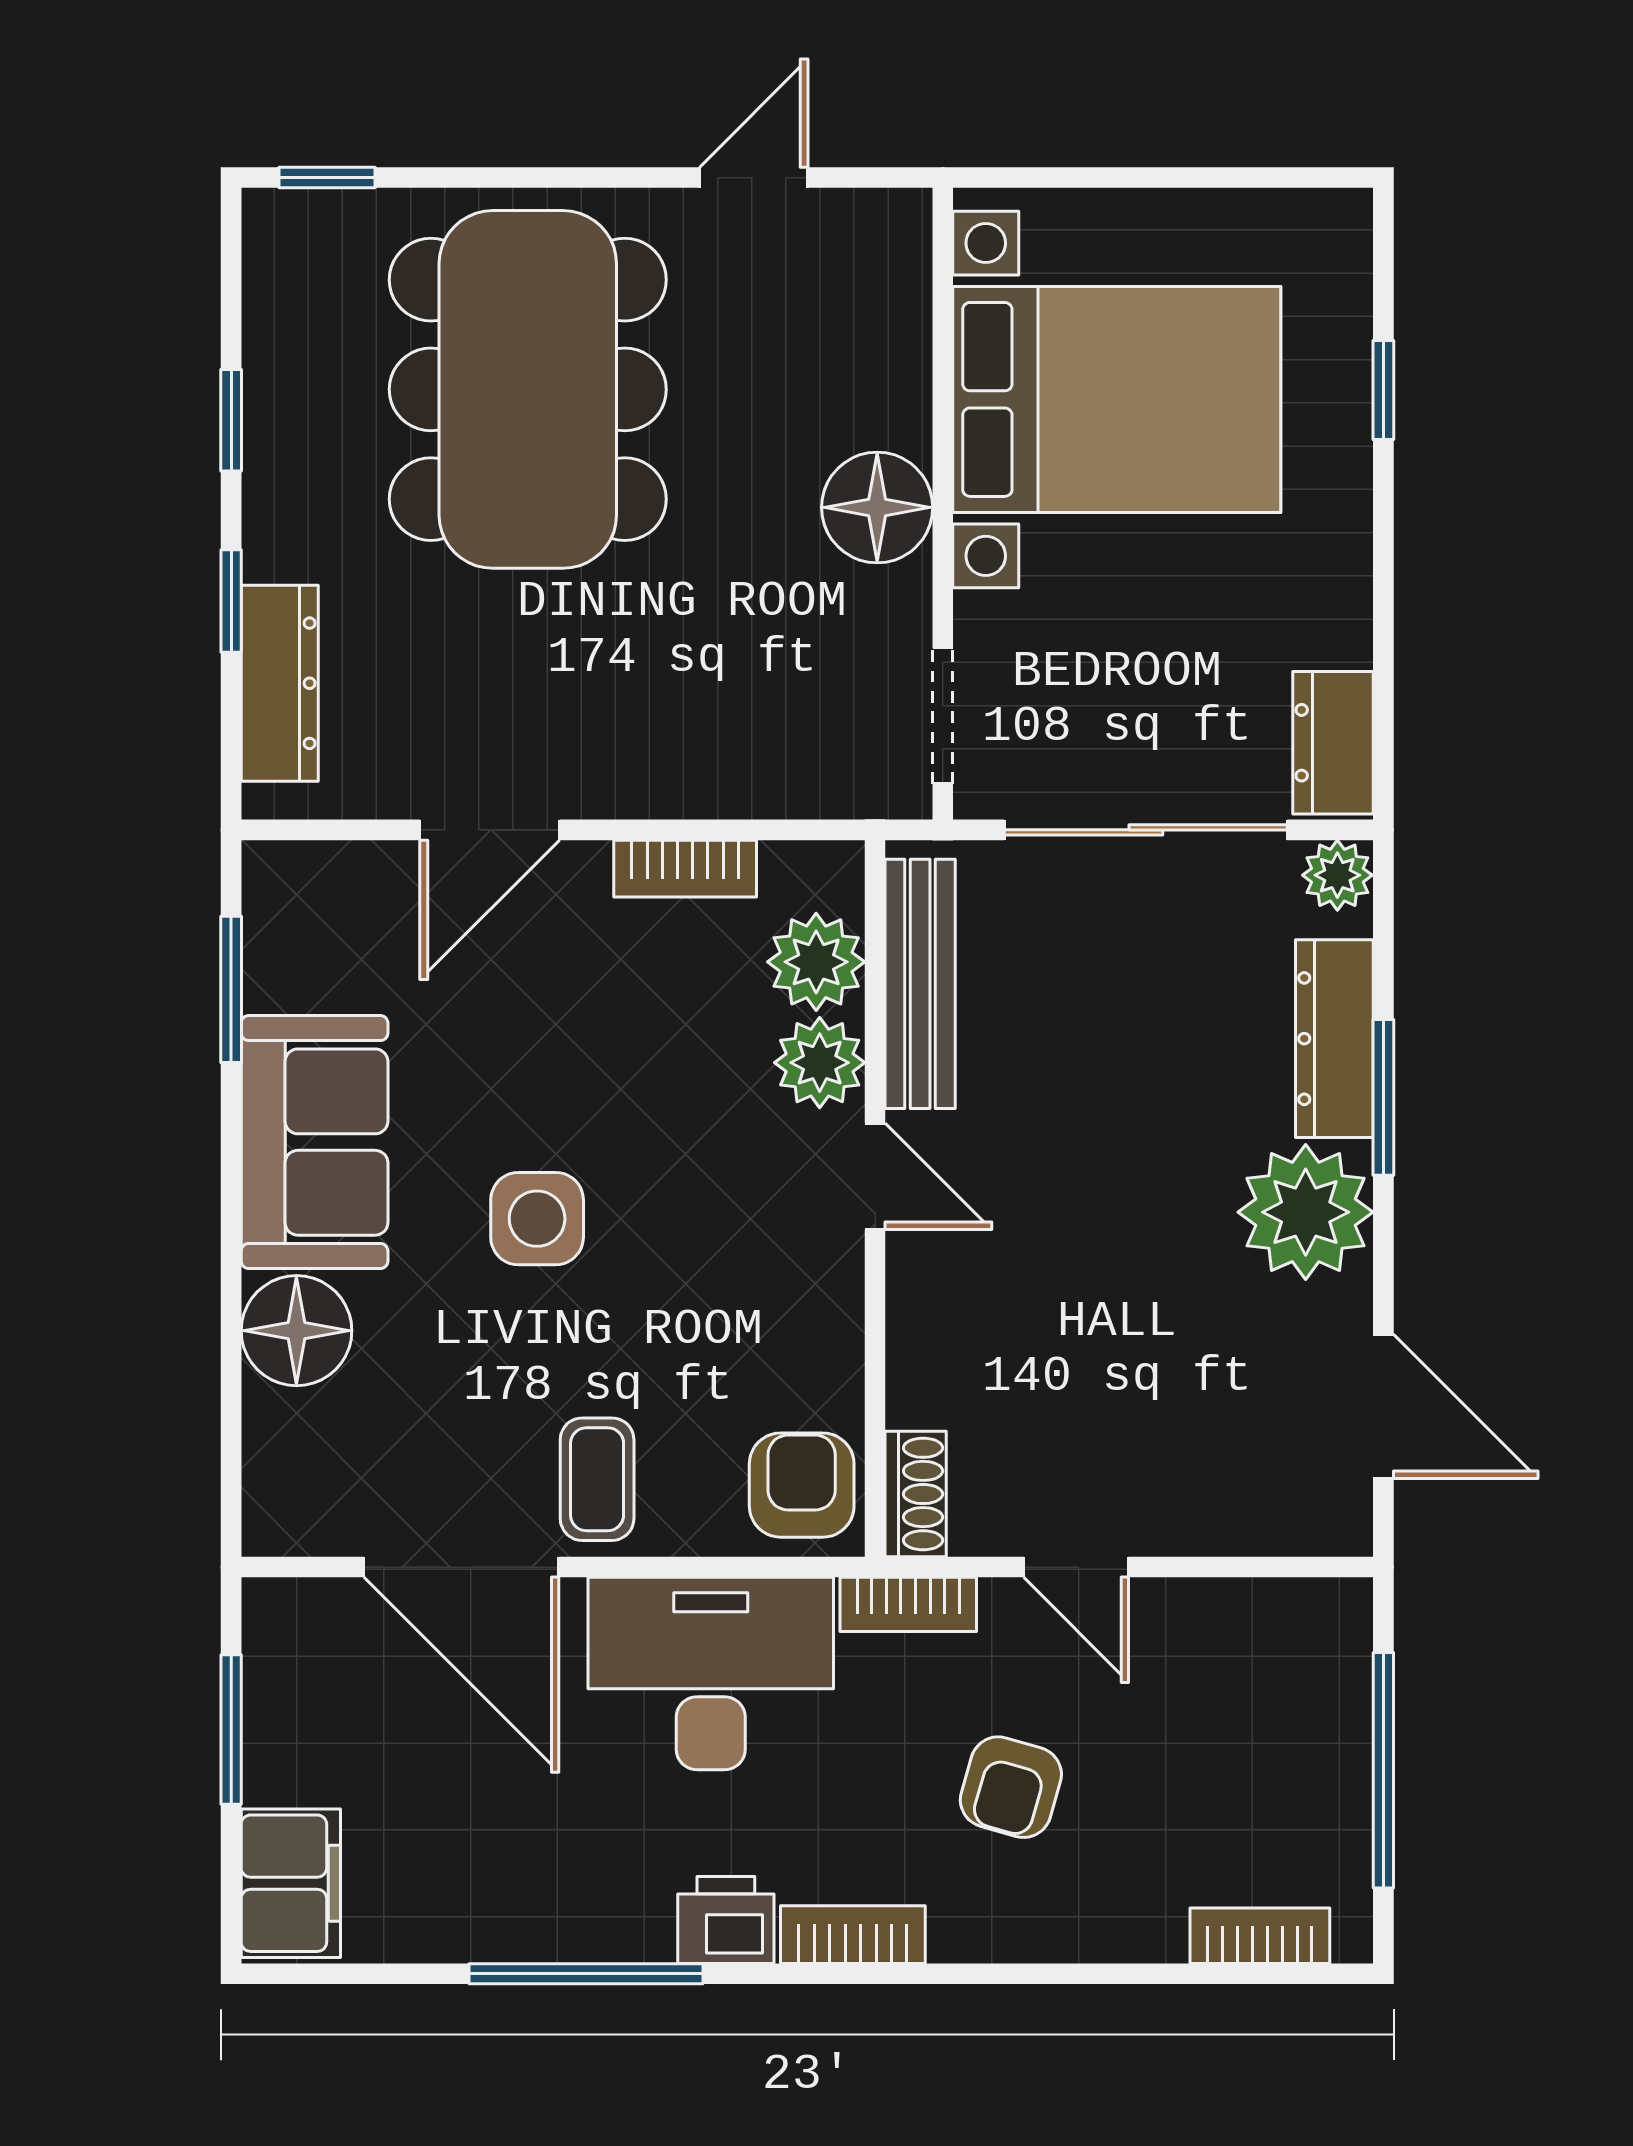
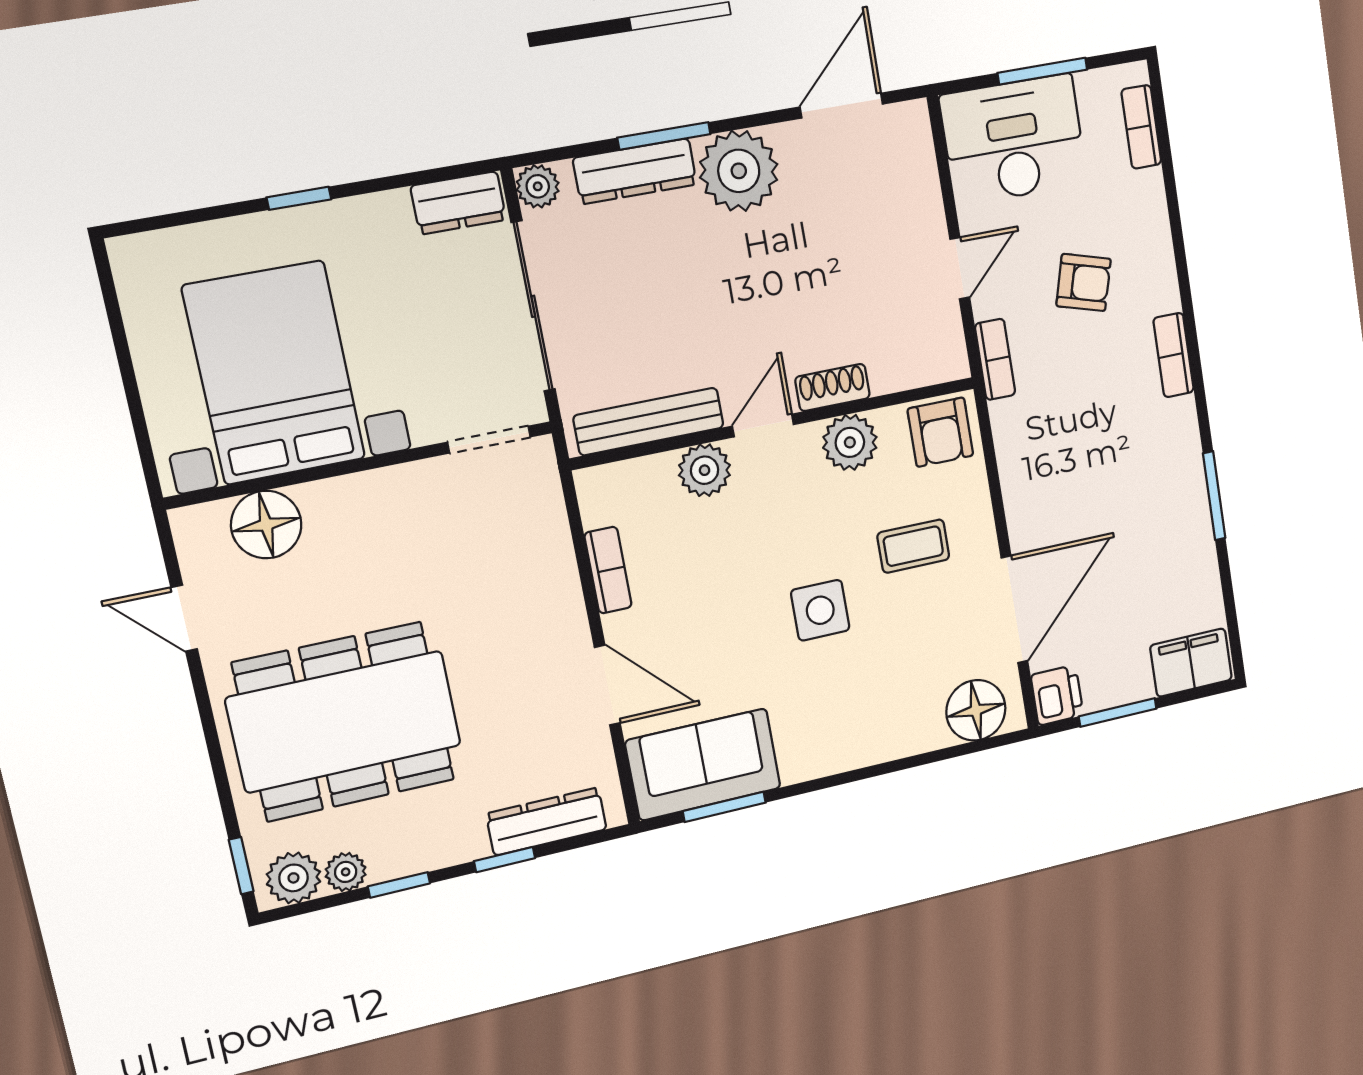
plant: (286, 255) -> (293, 878), added
plant: (275, 339) -> (346, 872), added
window: (1383, 390) -> (299, 198), moved
floor lamp: (877, 507) -> (266, 525), moved
plant: (816, 962) -> (850, 442), moved
sofa: (315, 1142) -> (703, 764), moved
floor lamp: (296, 1331) -> (976, 710), moved
coffee table: (597, 1479) -> (913, 546), moved
armchair: (802, 1485) -> (940, 432), turned -90
shoe rack: (916, 1494) -> (833, 388), moved
desk: (711, 1673) -> (1014, 140), moved, turned 90
window: (1383, 1770) -> (1042, 71), width x0.69
printer: (726, 1920) -> (1057, 695), moved, turned 180
window: (586, 1974) -> (1214, 496), width x0.69

